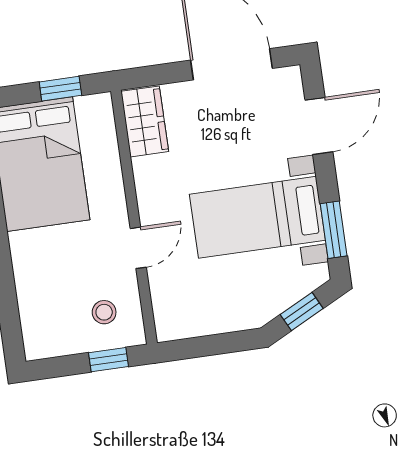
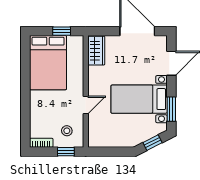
bookcase: (50, 348) -> (41, 143), added

